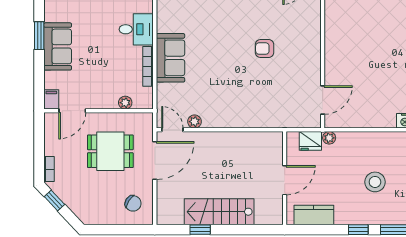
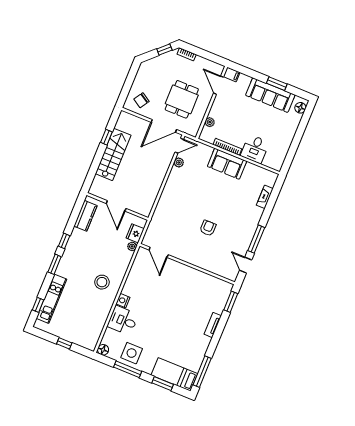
sofa: (58, 46) -> (270, 95), width x1.36
door: (155, 161) -> (164, 126), hinge flipped
stool: (375, 182) -> (102, 282), moved

